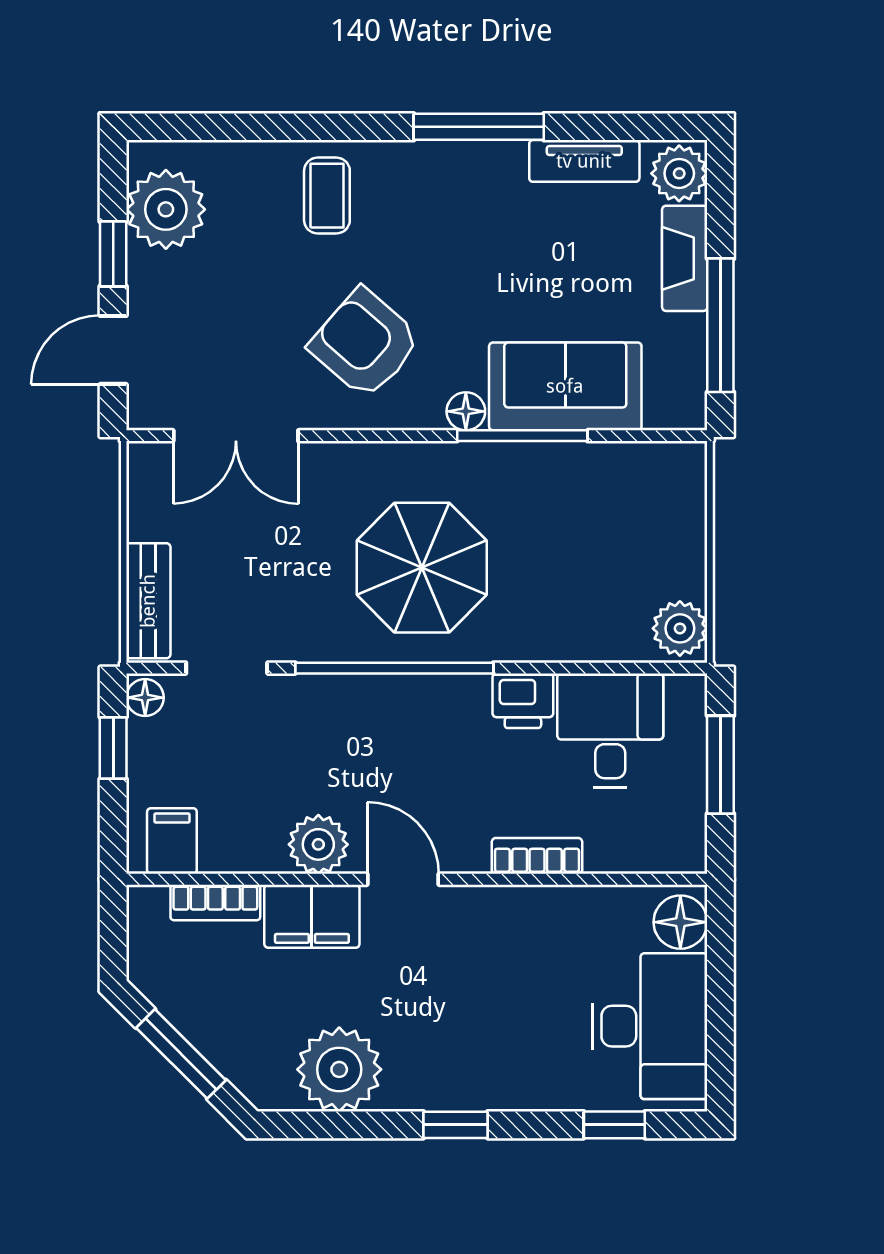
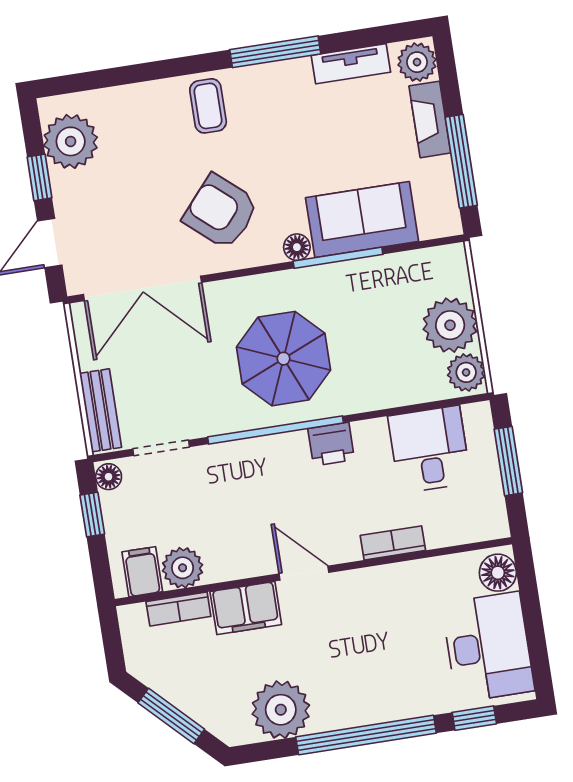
coffee table: (327, 196) -> (208, 106), moved
double door: (236, 436) -> (143, 288), width x1.37
plant: (668, 557) -> (450, 325), added
printer: (523, 701) -> (331, 444), moved
plant: (318, 844) -> (183, 568), moved
window: (456, 1125) -> (366, 735), width x3.17

